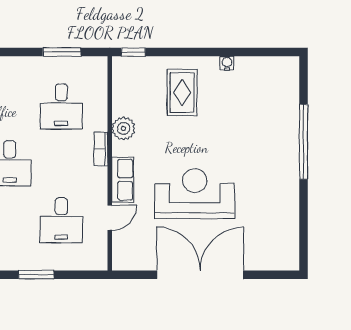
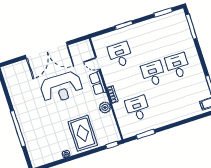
rug: (182, 93) -> (83, 133), width x1.36, depth x1.43
door: (110, 218) -> (98, 63), hinge flipped

